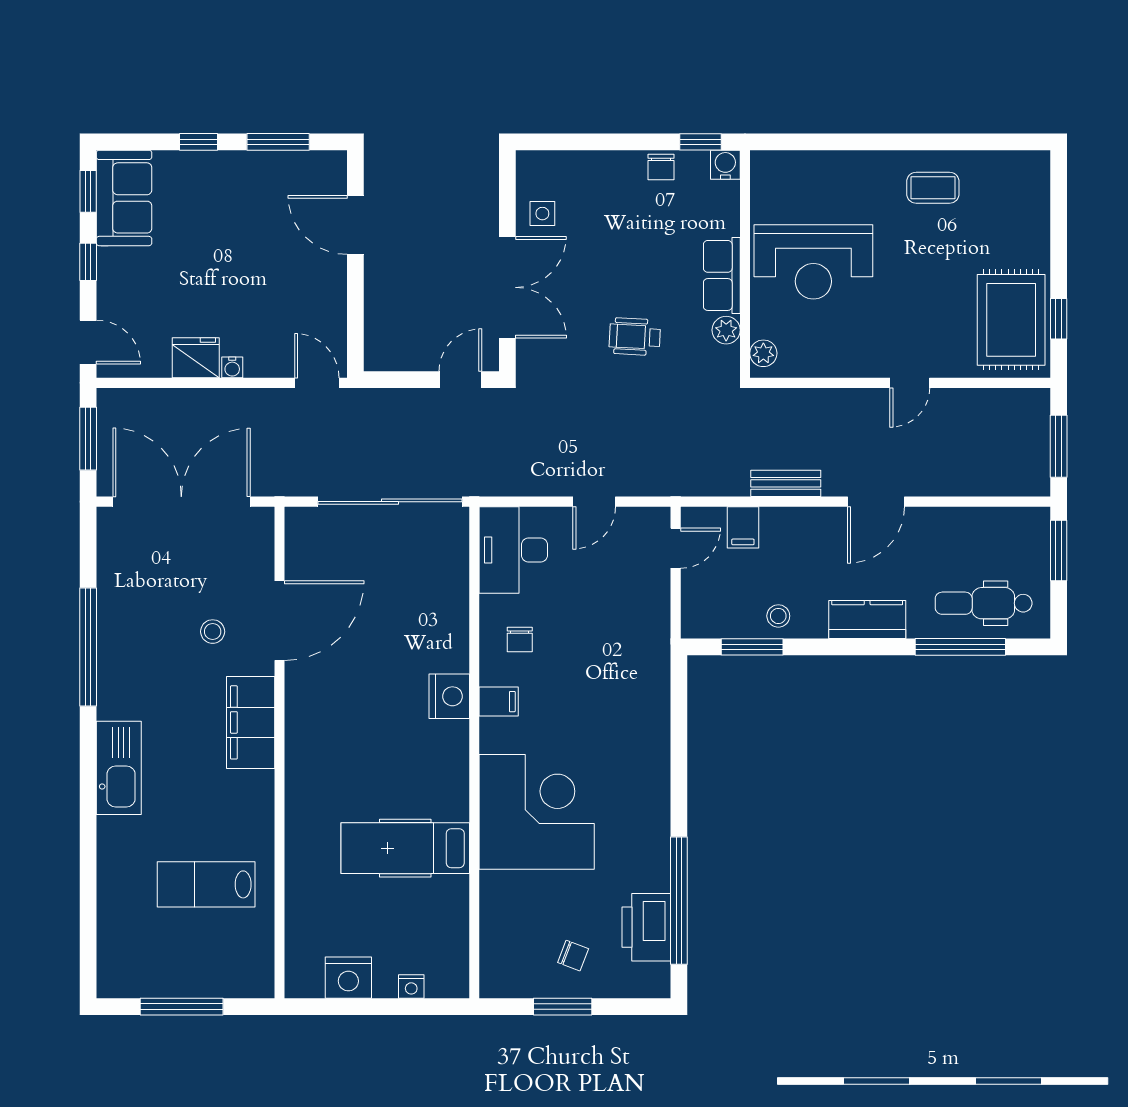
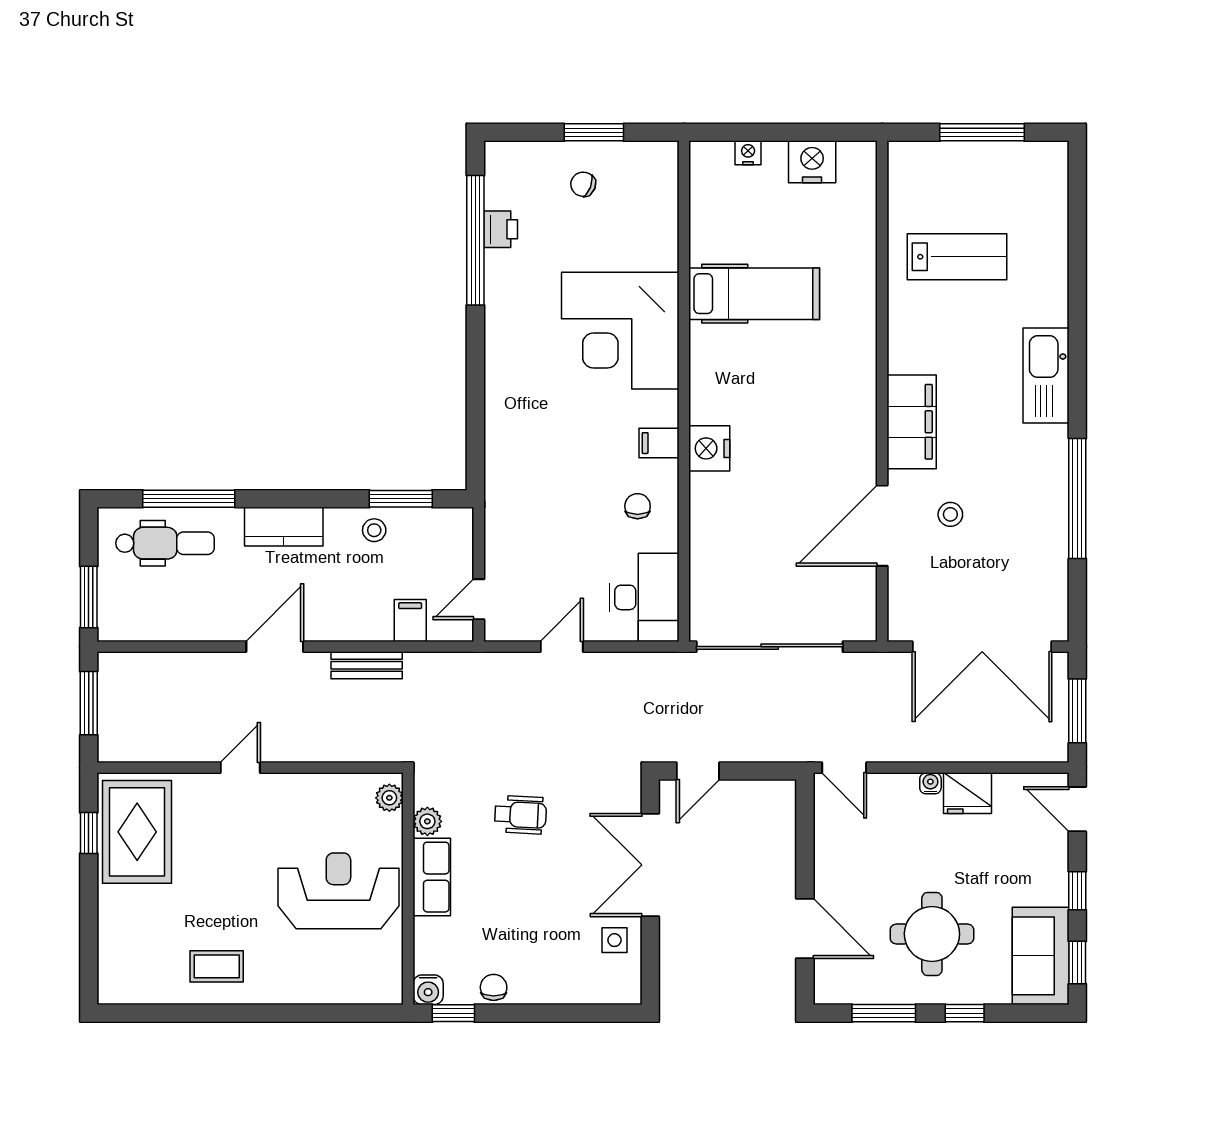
round table: (231, 220) -> (932, 934), added
printer: (646, 927) -> (501, 229), width x0.53, depth x0.68

